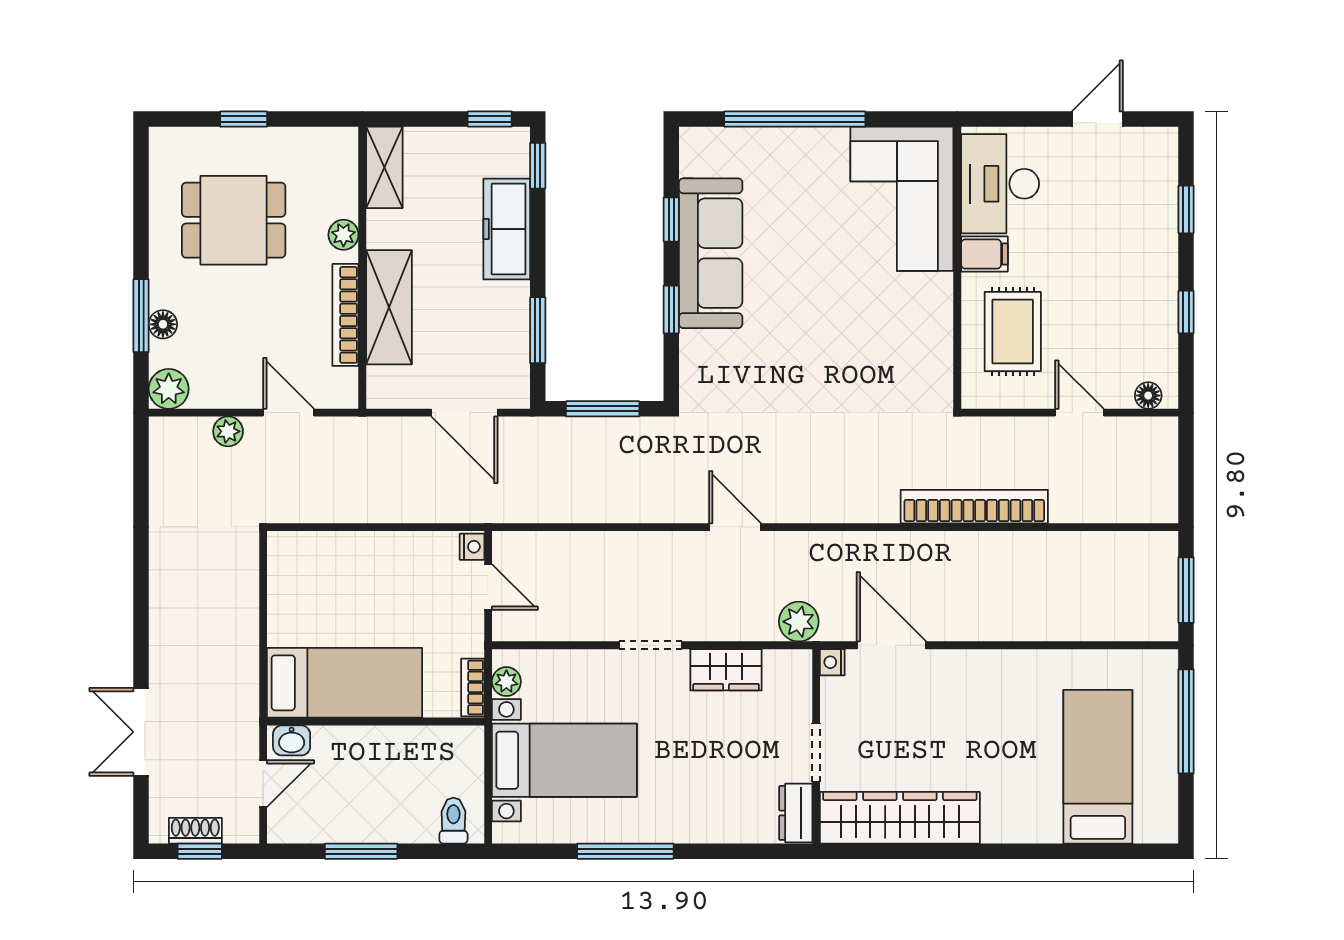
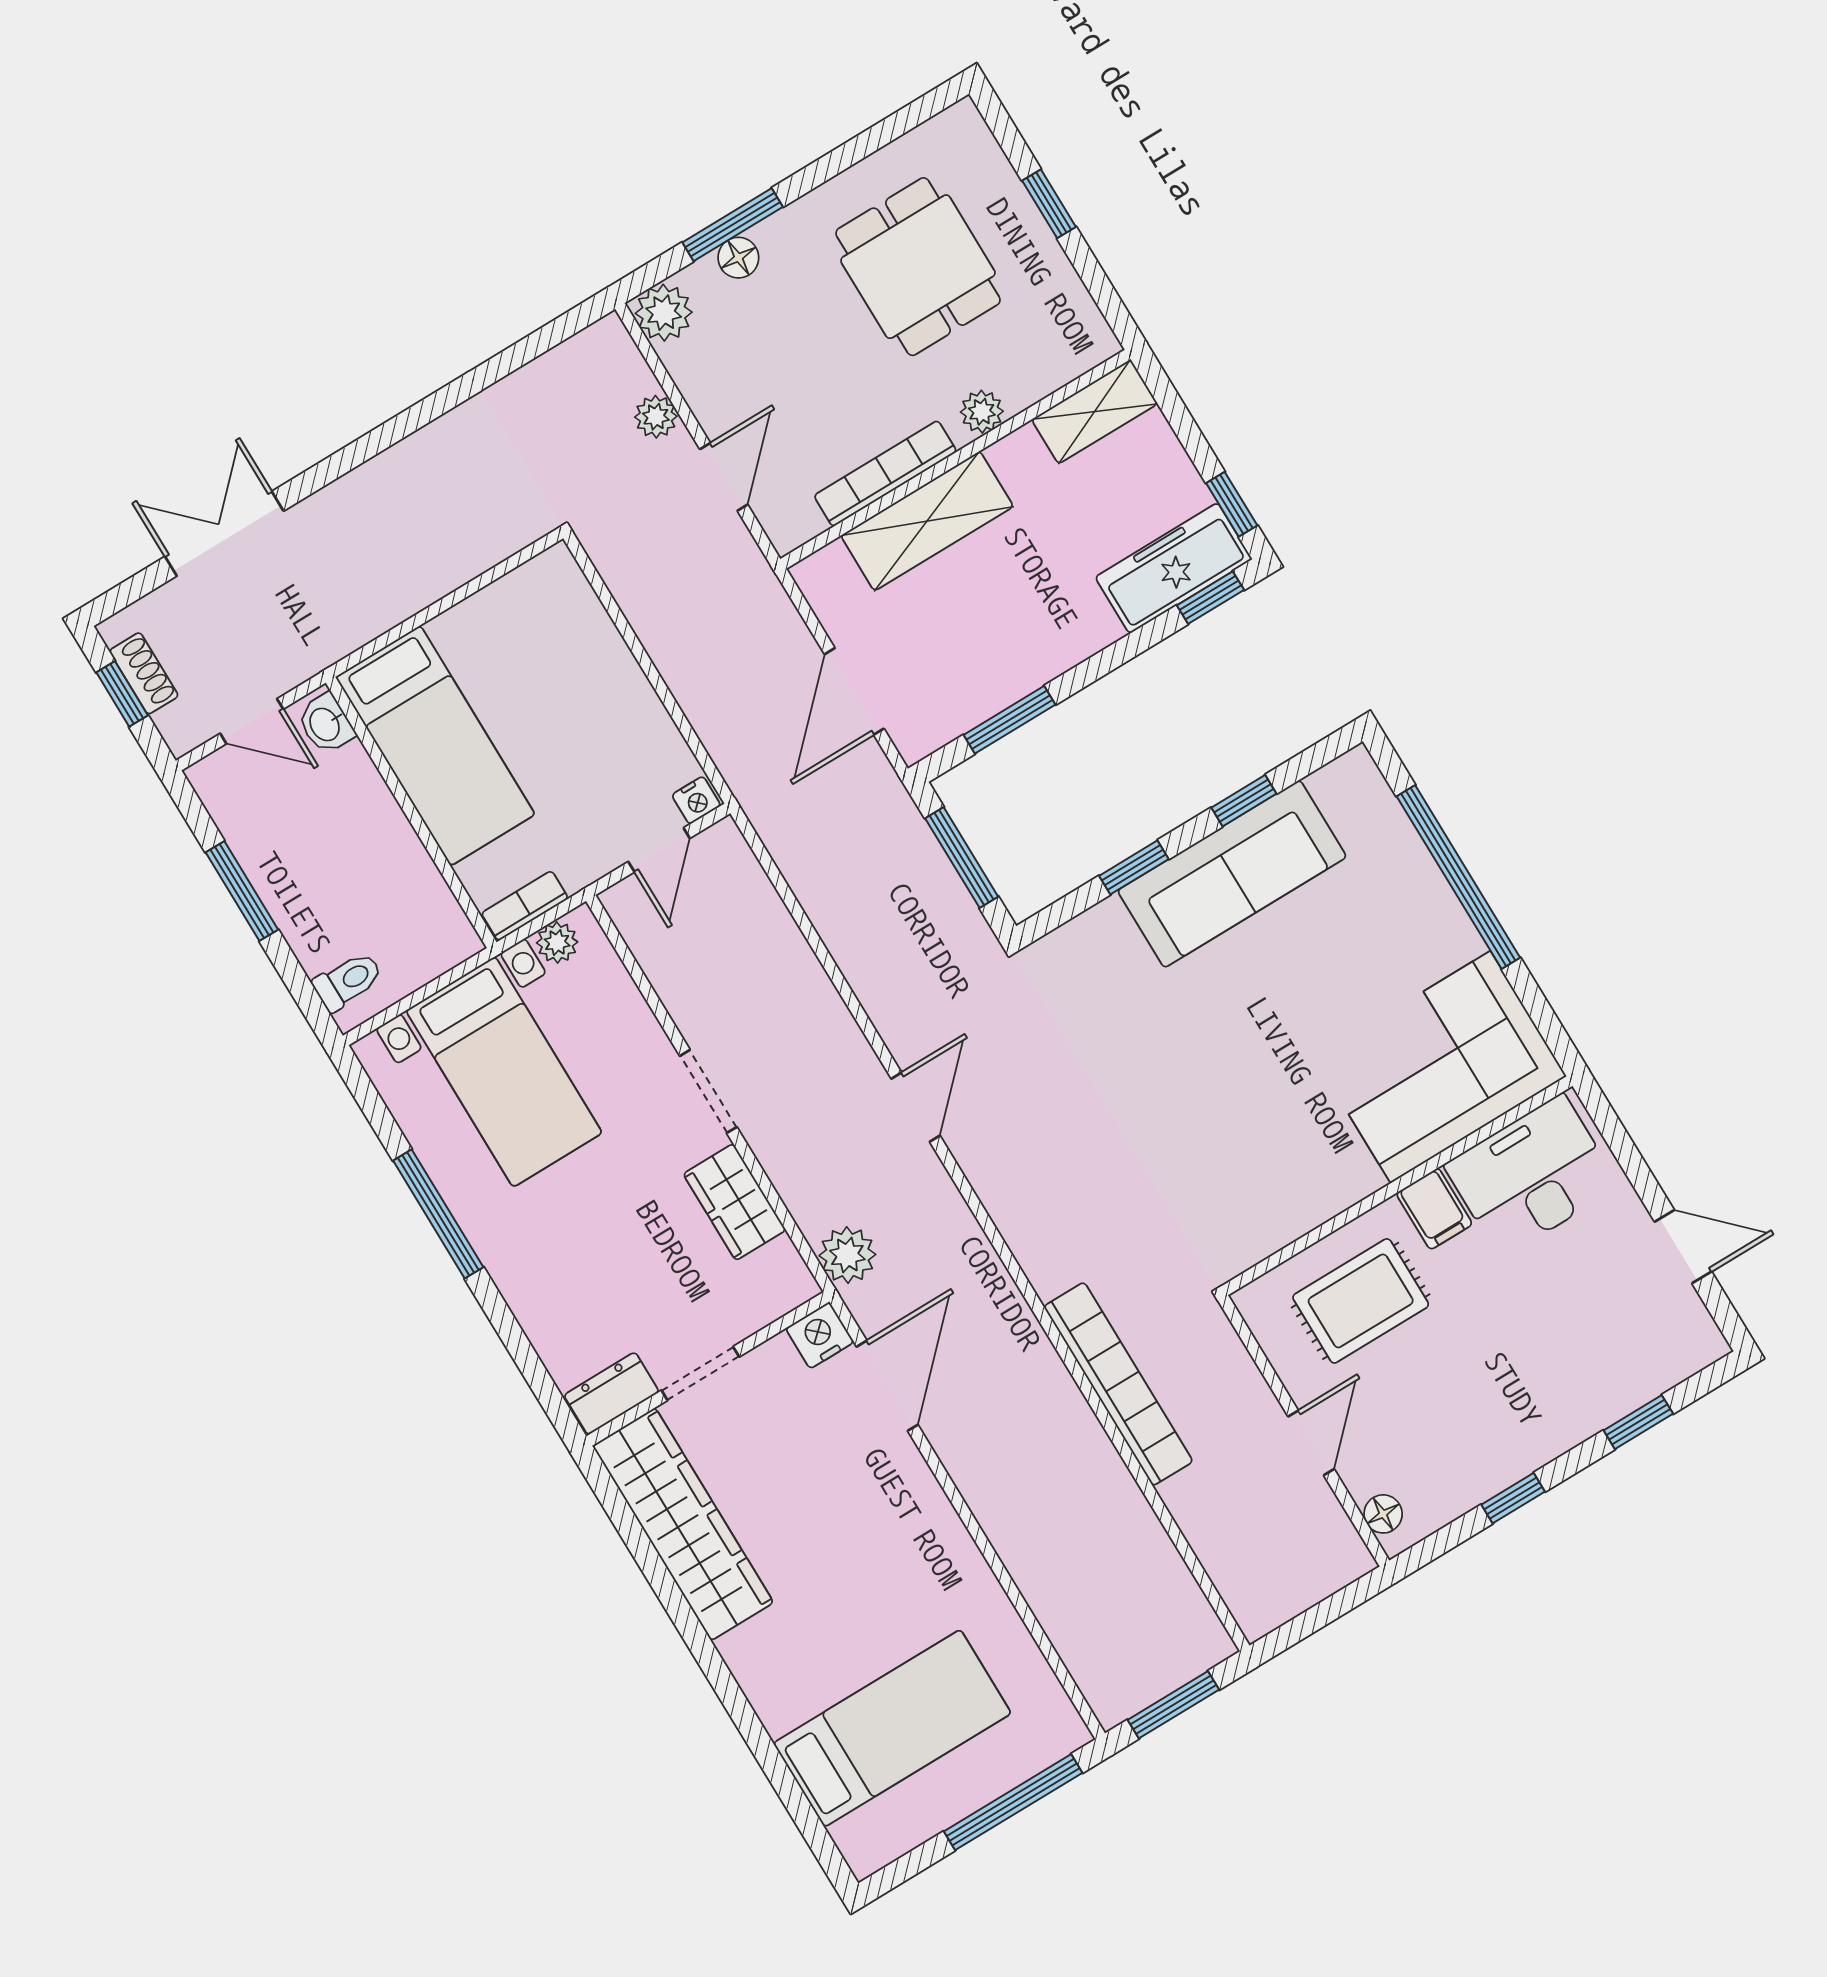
freezer: (507, 229) -> (1174, 568), moved
nightstand: (832, 662) -> (820, 1335), width x1.39, depth x1.35

